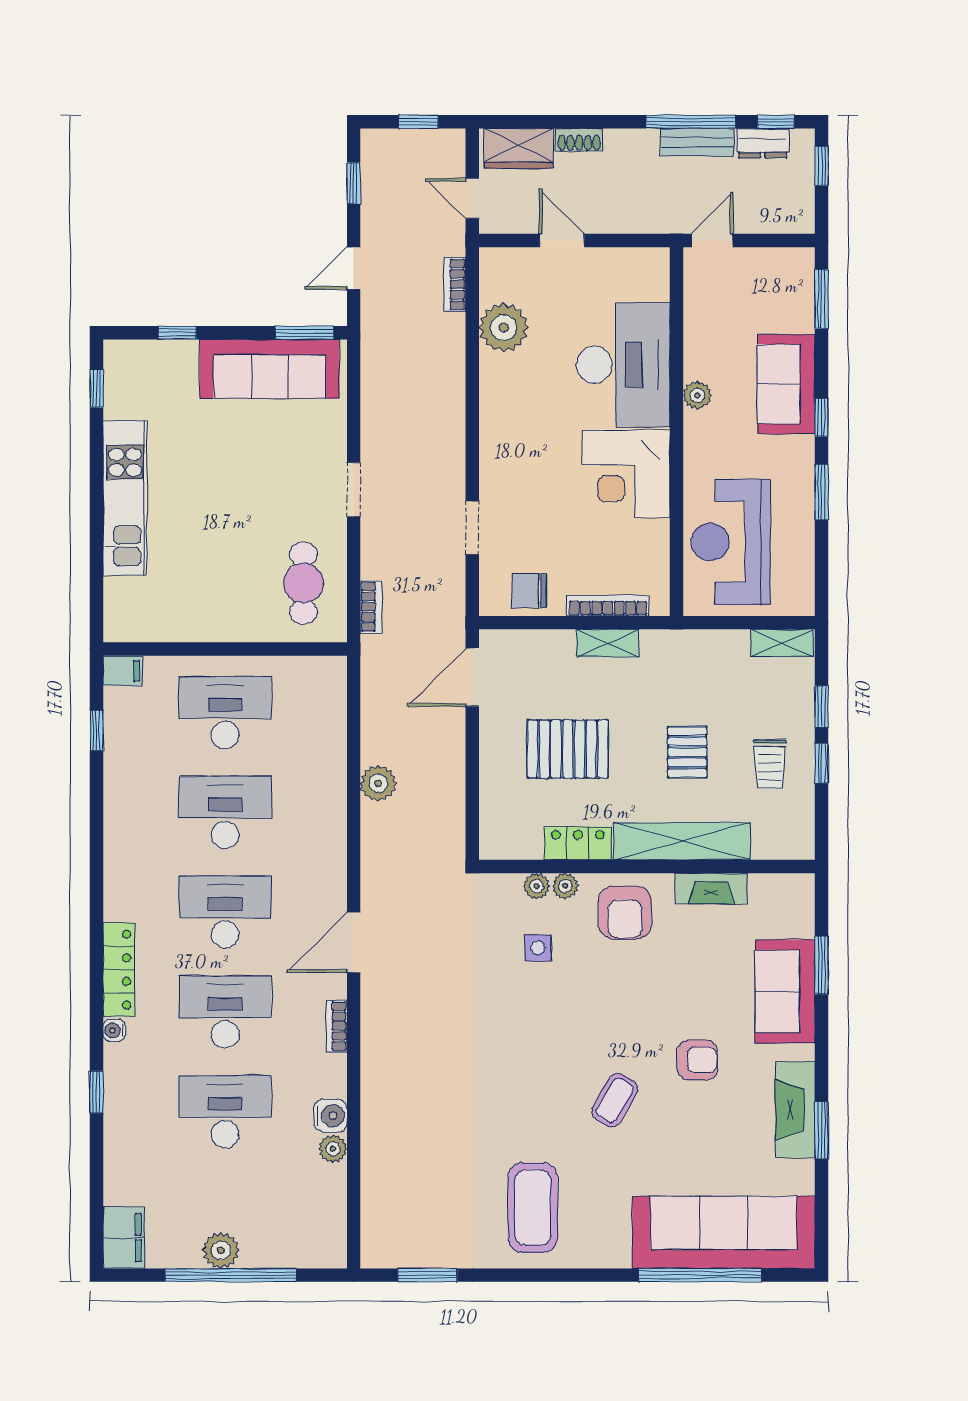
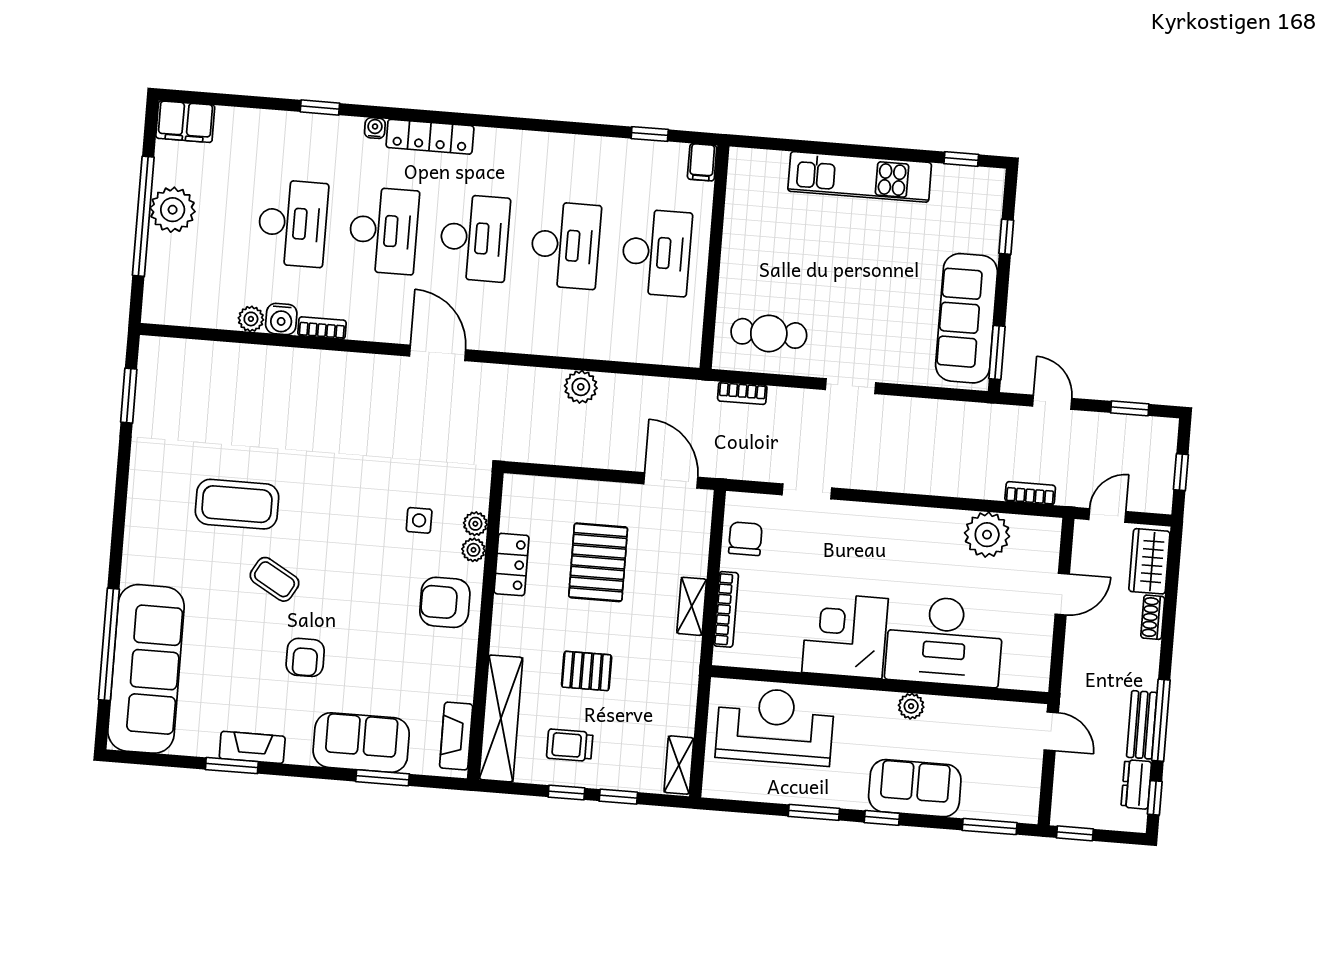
window: (822, 166) -> (1075, 833), moved
shelving: (682, 841) -> (501, 718), moved
fireplace: (712, 889) -> (456, 736), moved
bookcase: (337, 1026) -> (322, 328), moved
fireplace: (795, 1110) -> (252, 747), width x0.73, depth x0.76
coffee table: (533, 1208) -> (237, 504), moved
plant: (221, 1250) -> (173, 210), width x1.36, depth x1.36

